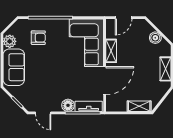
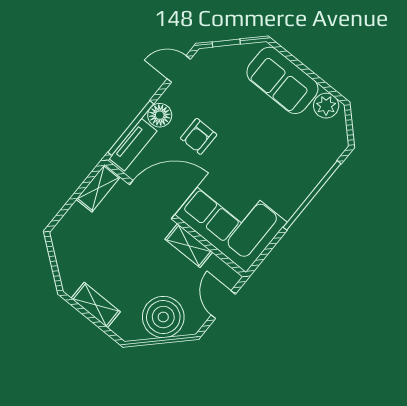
armchair: (38, 38) -> (199, 136), moved
boiler: (155, 38) -> (163, 317), width x1.86, depth x1.86
door: (105, 81) -> (152, 200), swing flipped
shelving: (139, 106) -> (98, 188), moved

